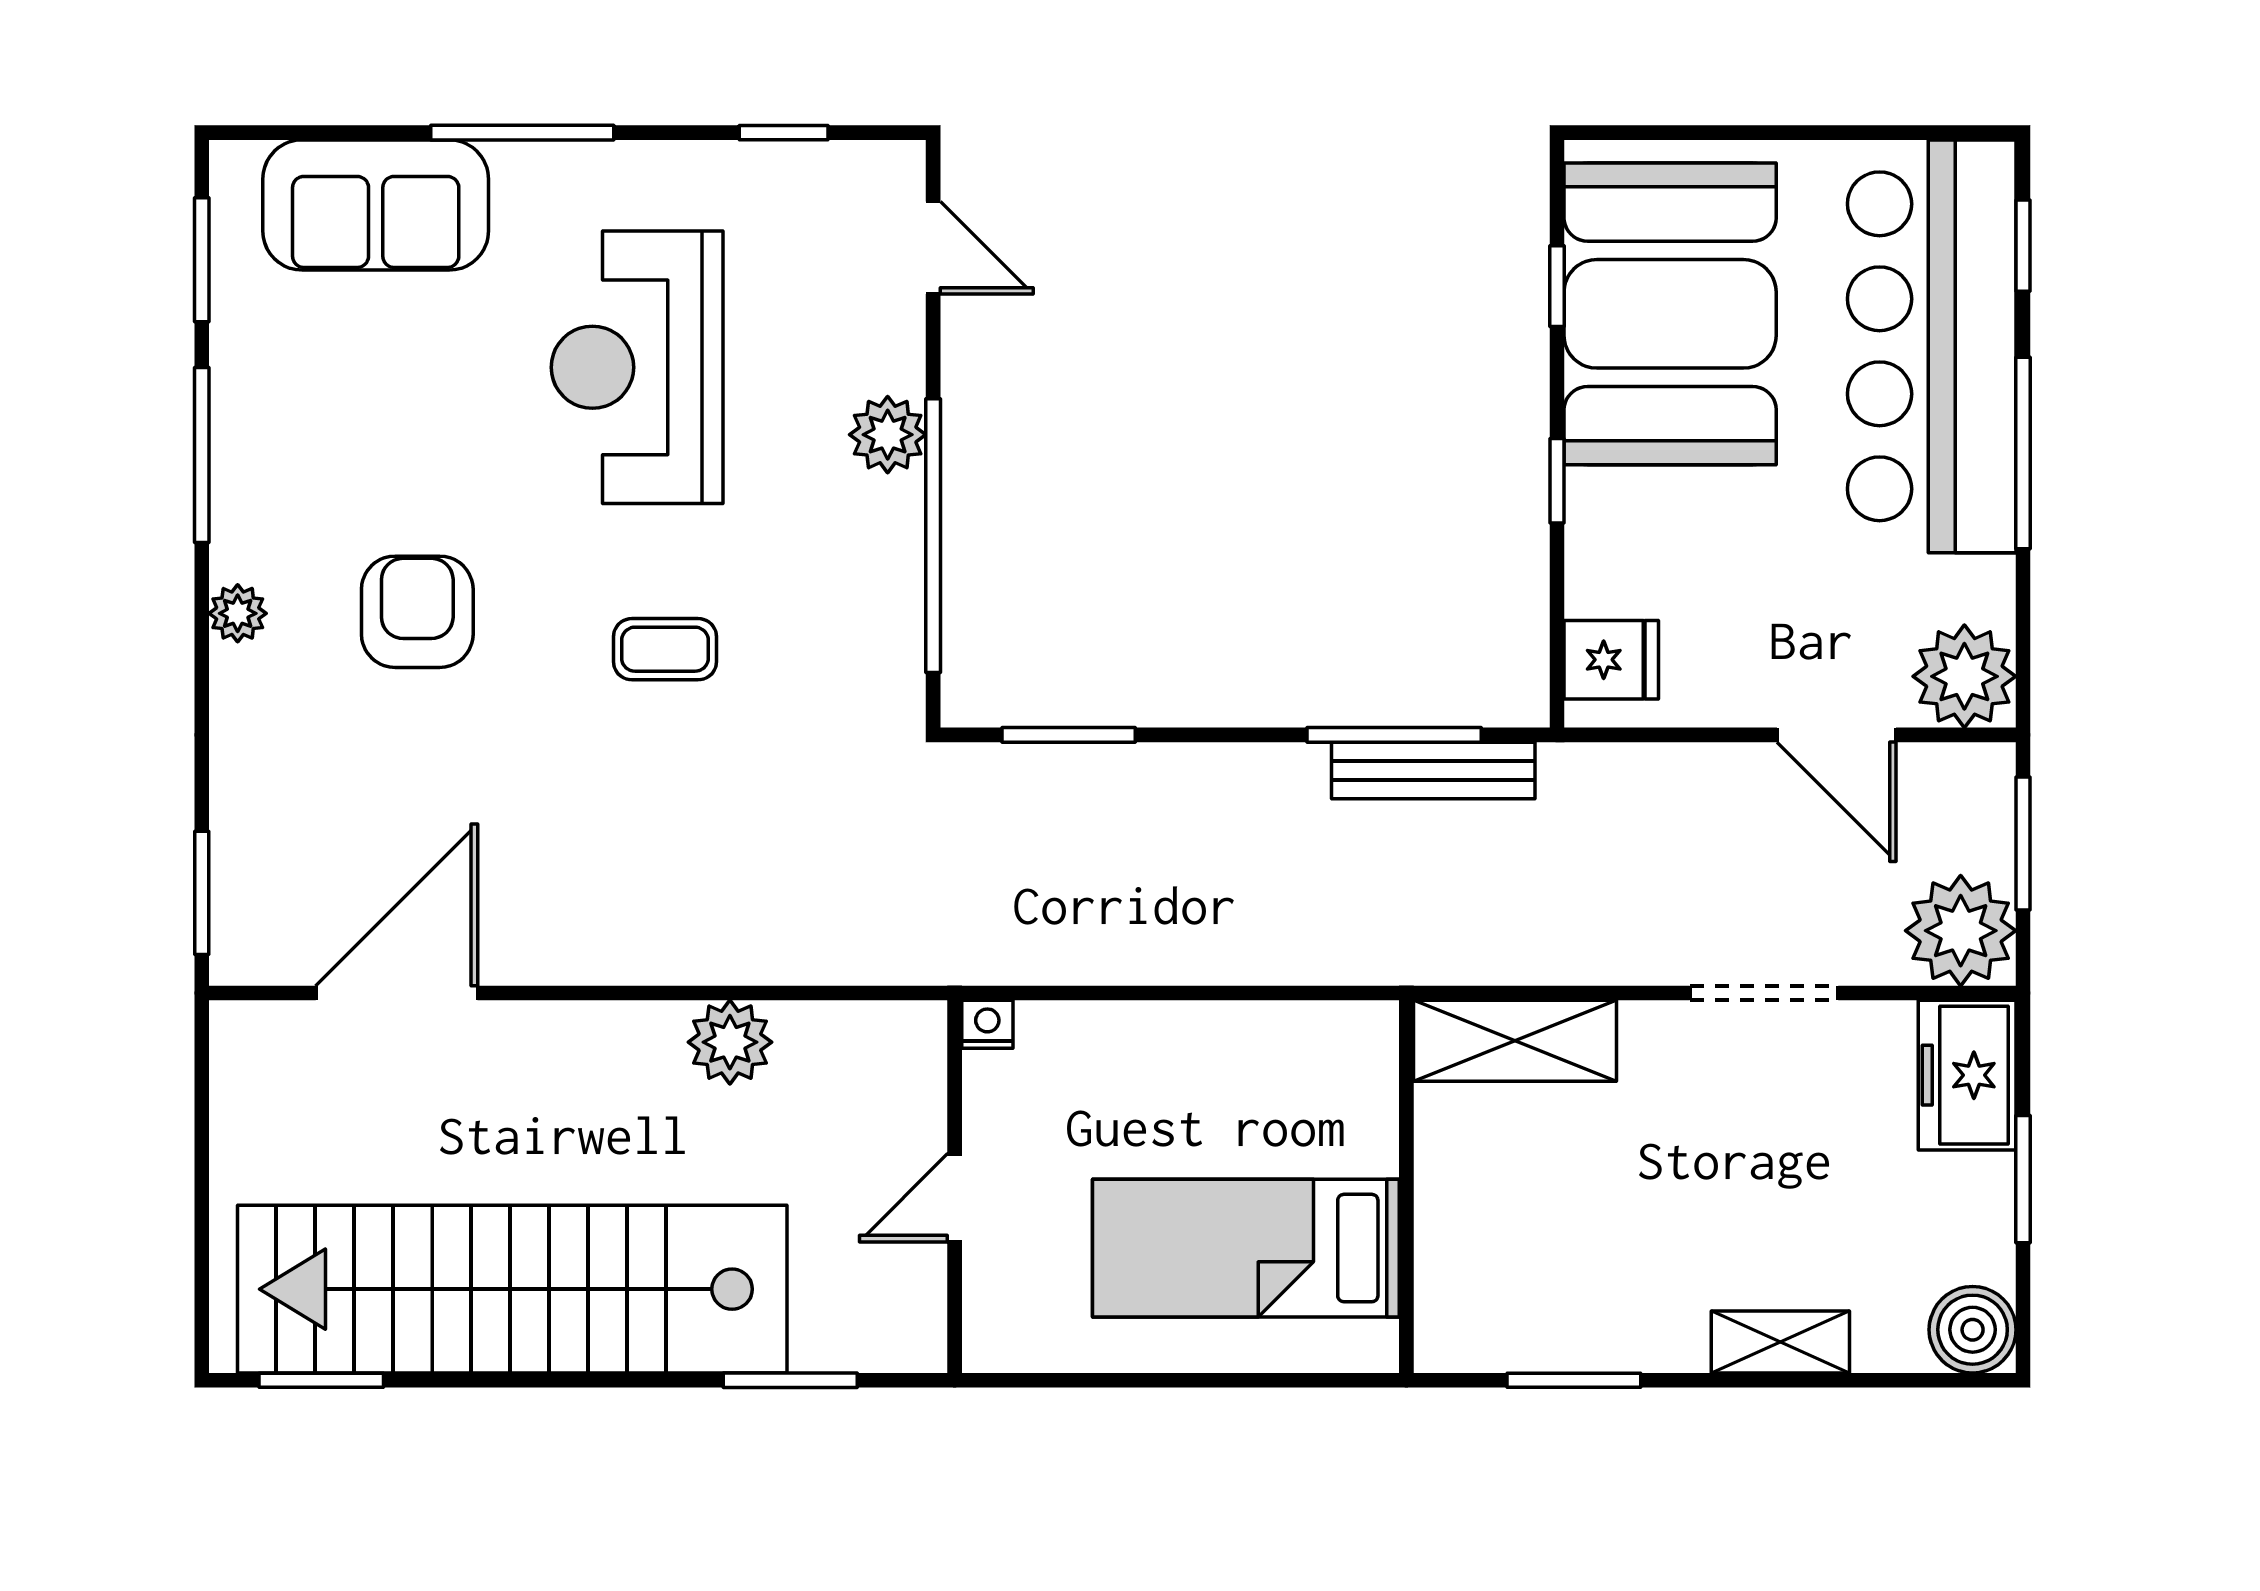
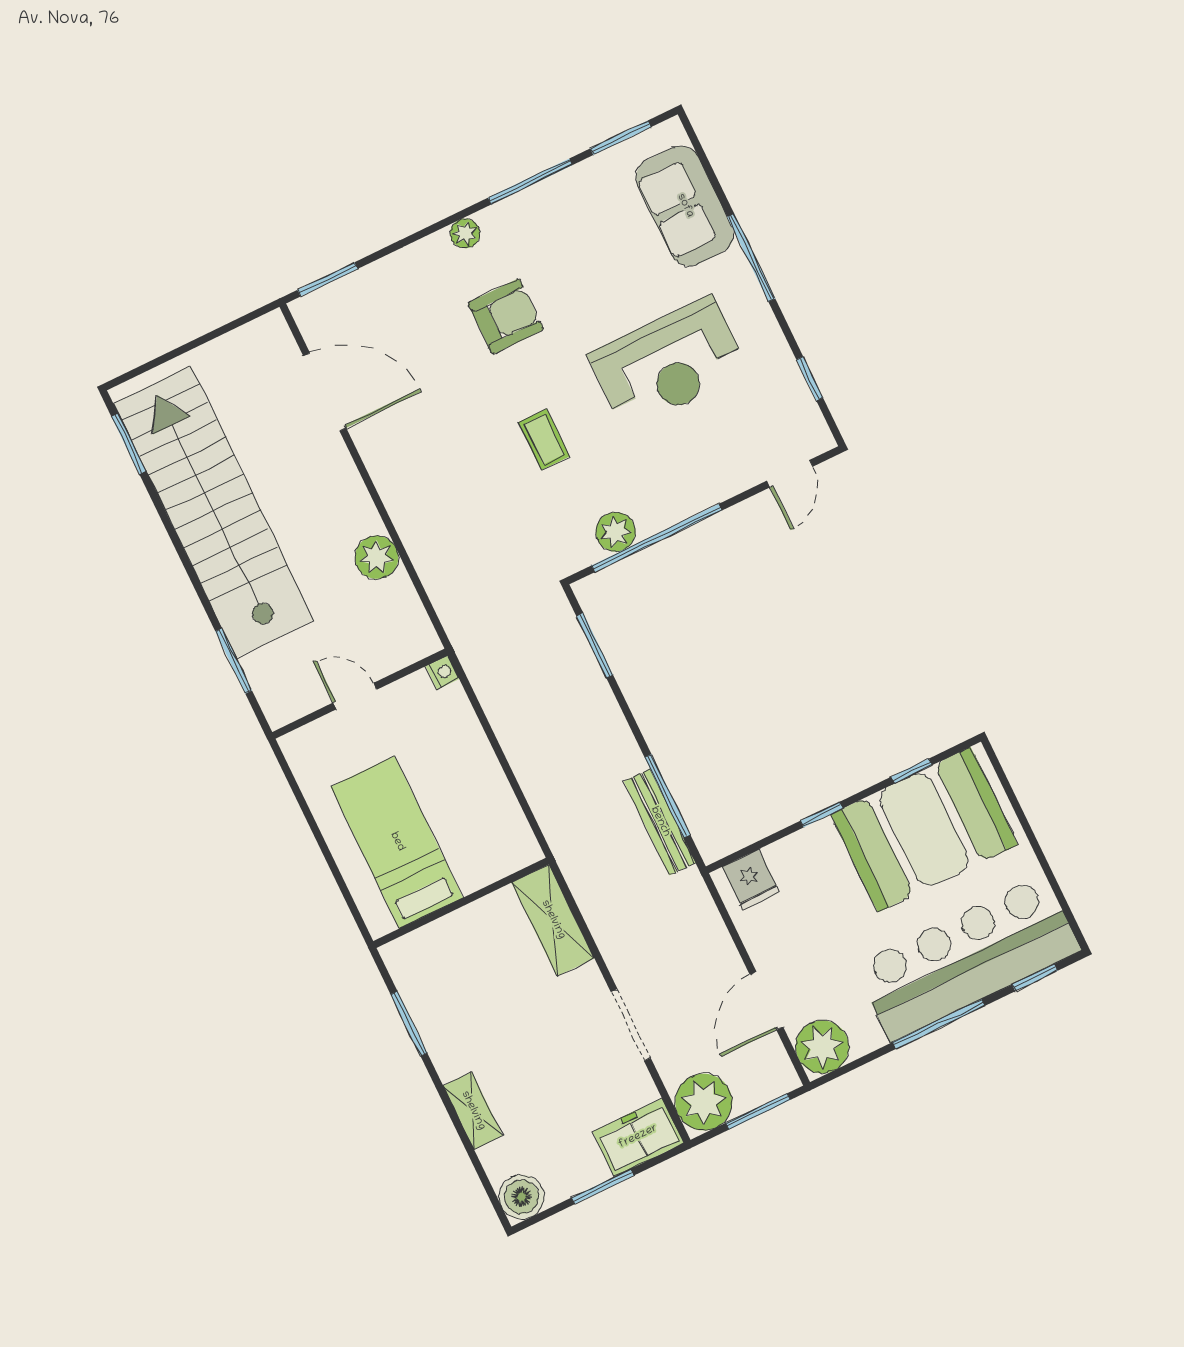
reception desk: (637, 367) -> (668, 363), turned 180
plant: (888, 435) -> (616, 532), moved

